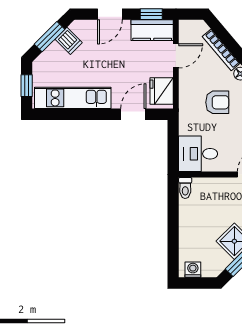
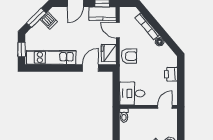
door: (176, 56) -> (118, 30), swing flipped
armchair: (217, 102) -> (129, 56), moved

